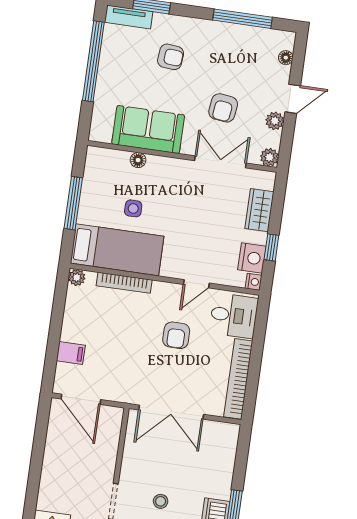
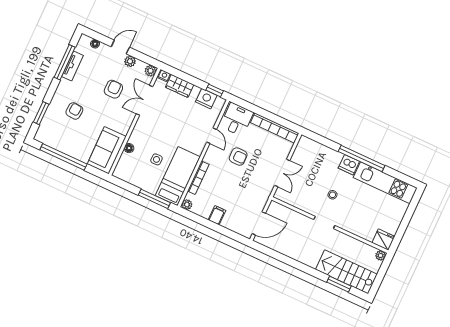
tv unit: (129, 17) -> (73, 66), moved
door: (293, 99) -> (120, 47), hinge flipped
armchair: (223, 108) -> (113, 89), turned -97
sofa: (148, 129) -> (107, 150), moved
window: (73, 203) -> (154, 199), moved
window: (271, 248) -> (215, 91), moved
nightstand: (254, 282) -> (164, 76), moved
filing cabinet: (71, 353) -> (217, 215), moved
double door: (171, 412) -> (282, 173), width x0.73

